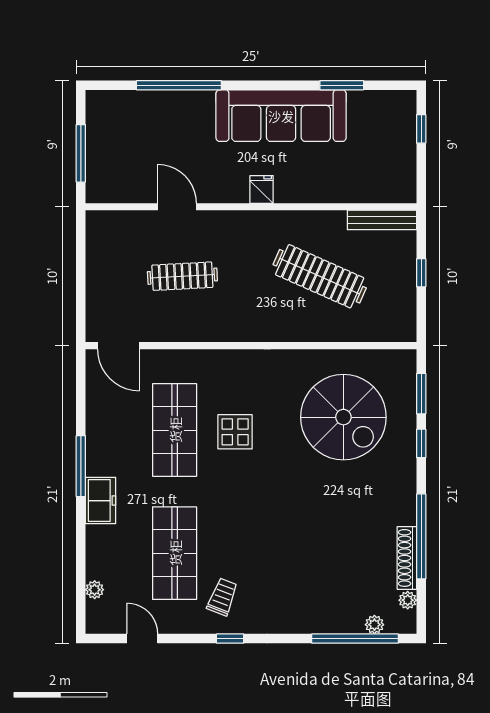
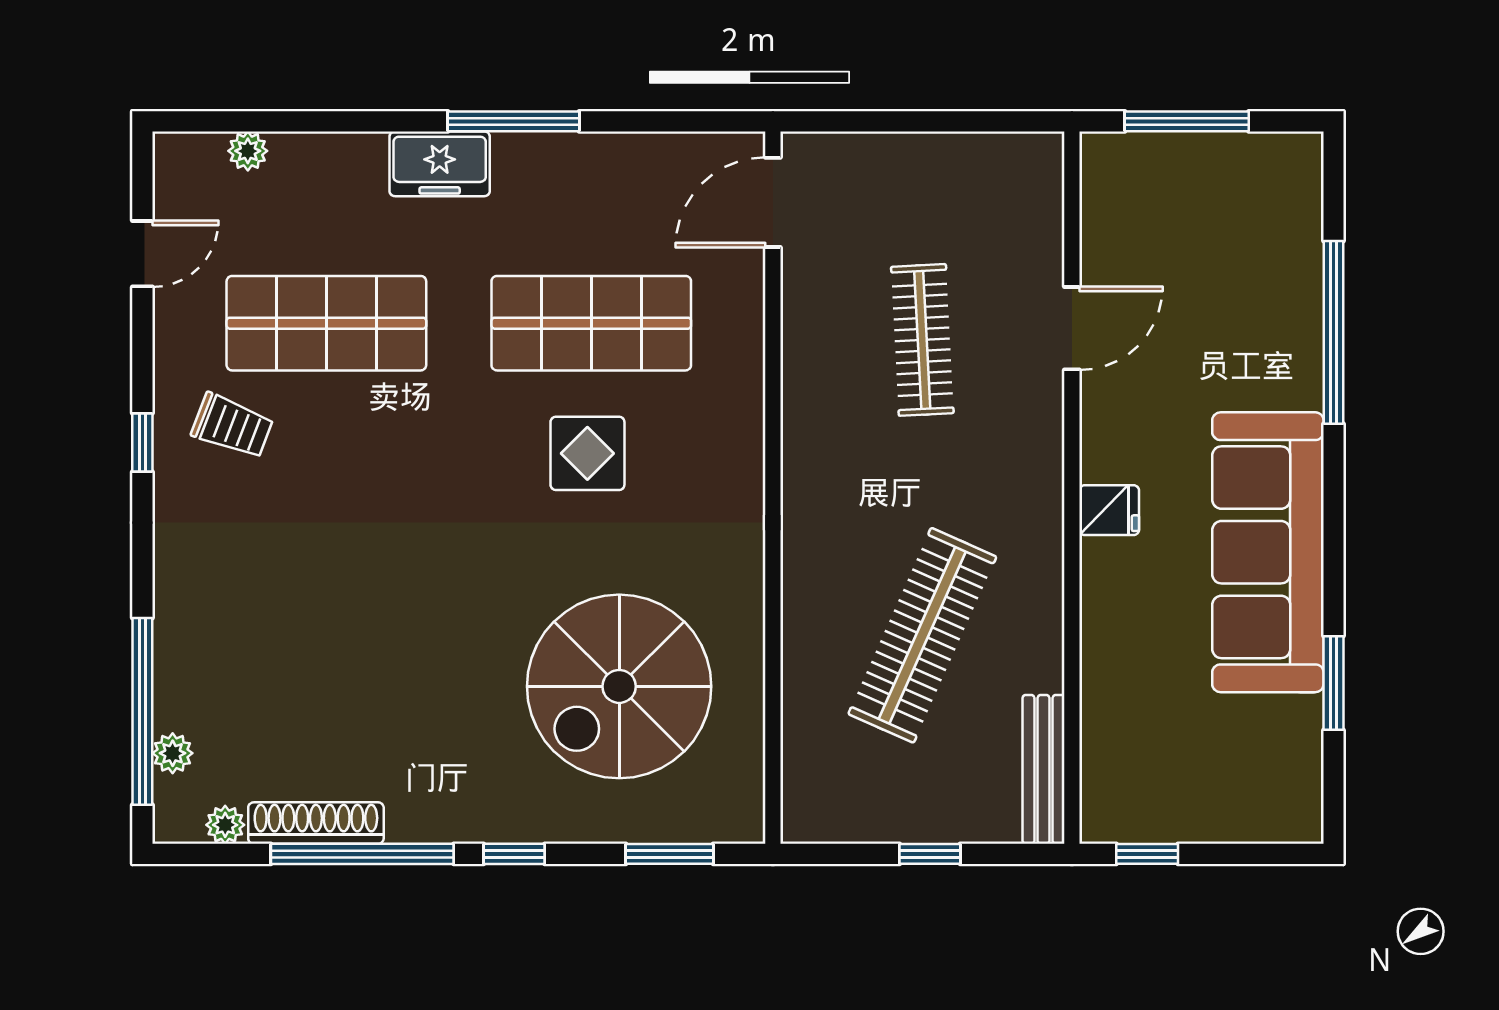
window: (421, 129) -> (1147, 854), moved
window: (421, 443) -> (514, 854), moved

